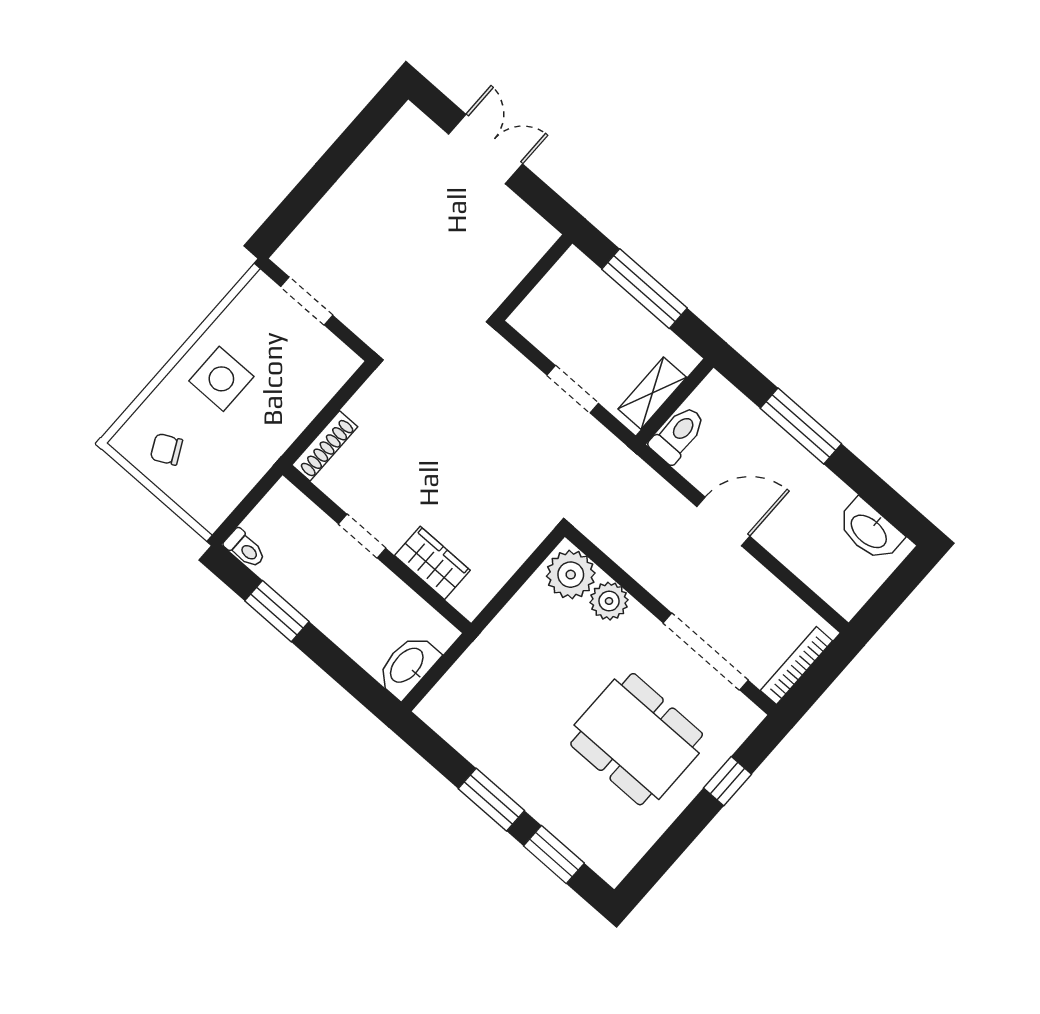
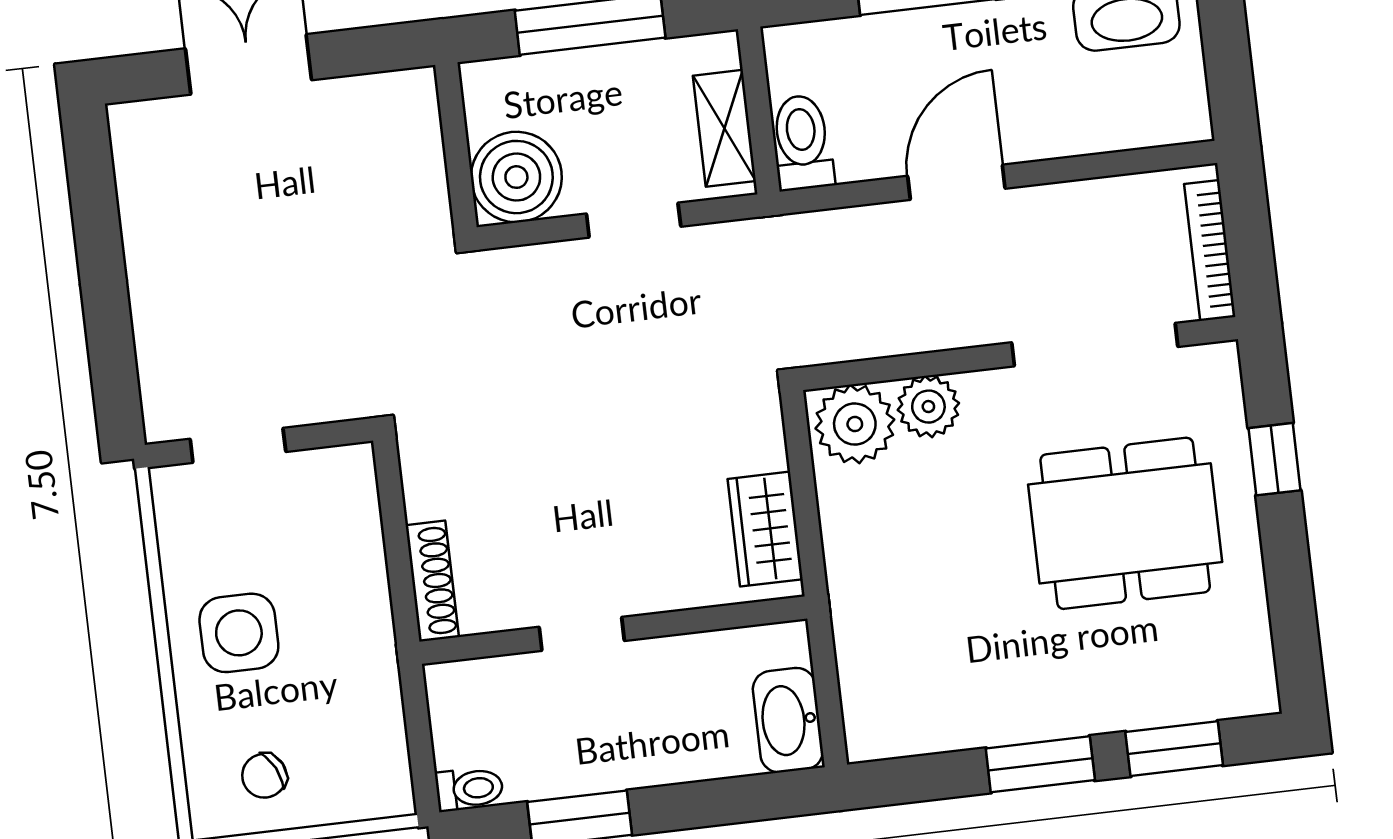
boiler: (544, 318) -> (516, 177), added
wardrobe: (432, 563) -> (765, 529), moved, turned -90

